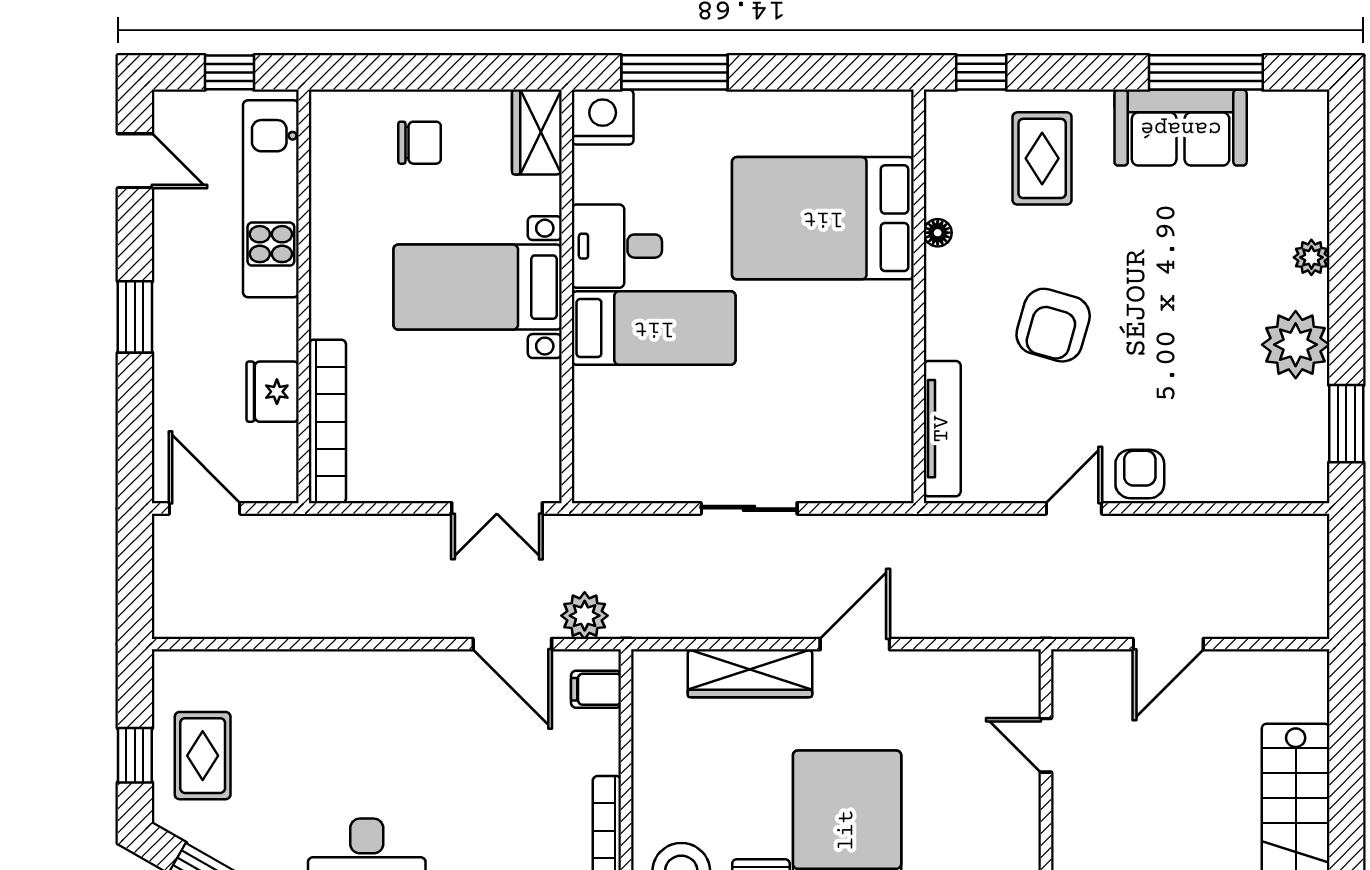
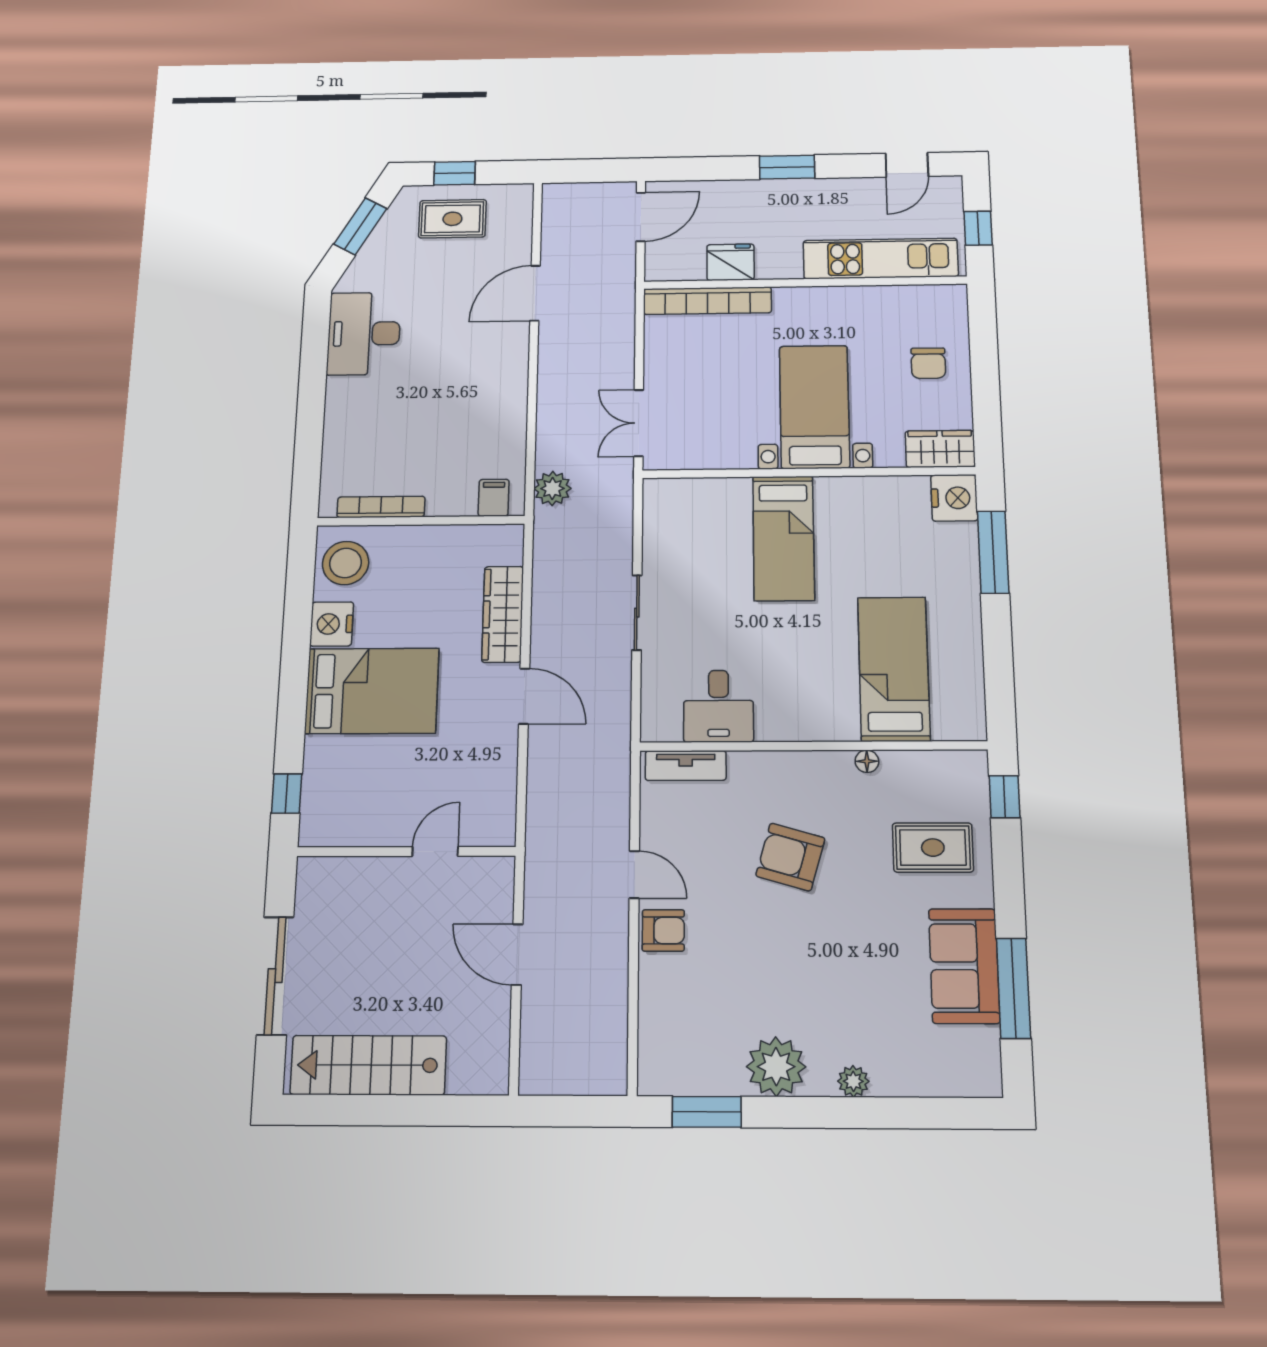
bed: (823, 218) -> (894, 669), width x0.67
desk: (617, 246) -> (718, 706), moved, turned 180
tv unit: (942, 429) -> (686, 766), width x0.71
door: (512, 644) -> (535, 293), moved

